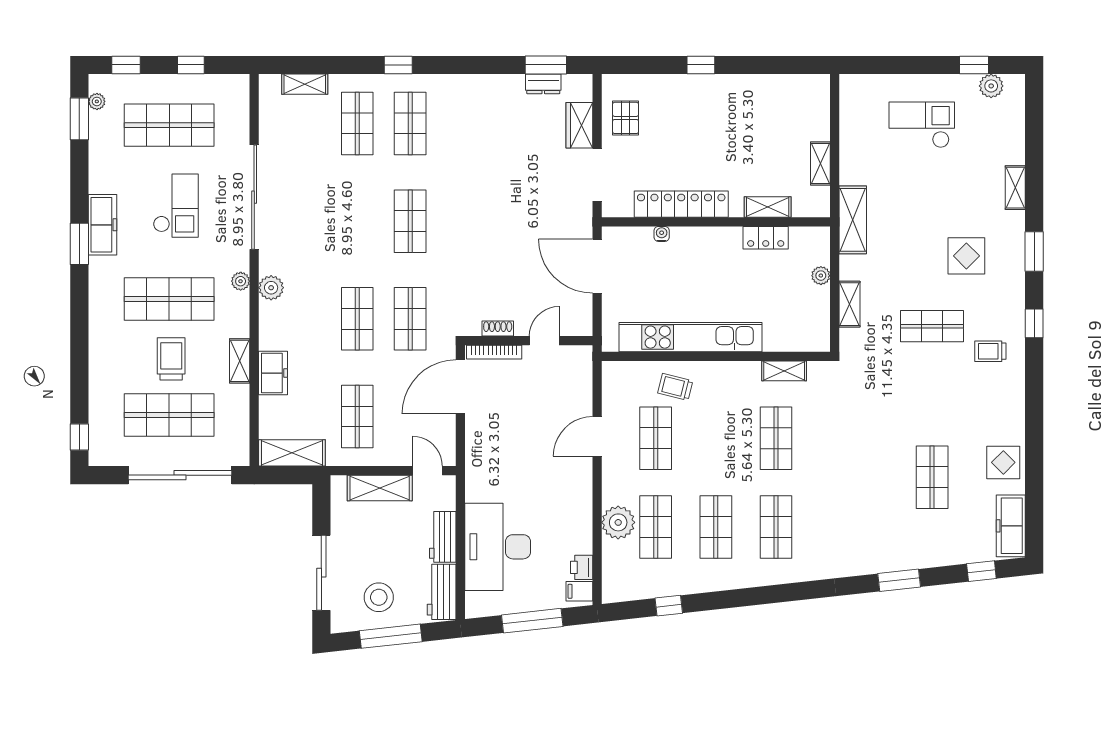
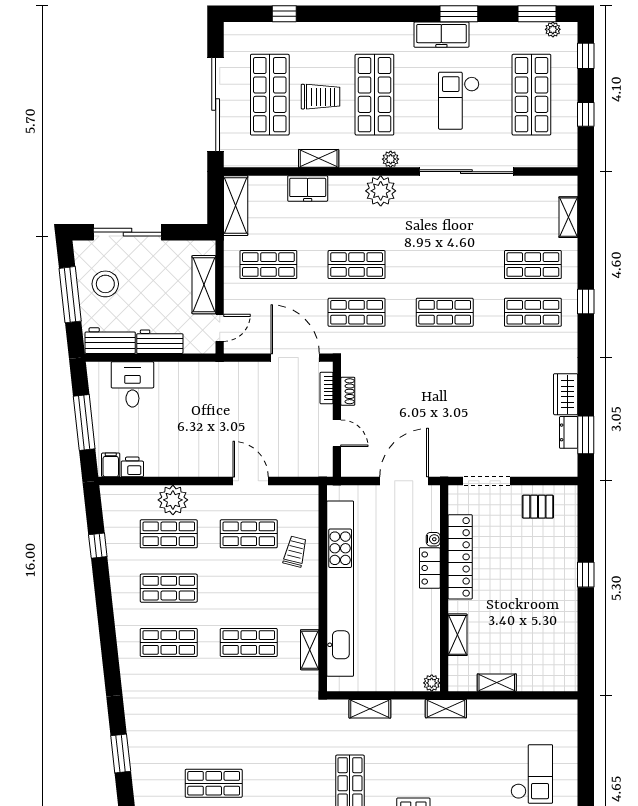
wardrobe: (579, 125) -> (566, 394), moved, turned -90
checkout: (176, 206) -> (459, 101), turned 90
shelving: (853, 220) -> (446, 709), width x0.67, depth x0.75
locker: (766, 238) -> (430, 568), moved
window: (79, 244) -> (459, 14), moved
plant: (821, 276) -> (432, 683), moved
plant: (271, 288) -> (381, 191), width x1.36, depth x1.36
kitchen unit: (690, 337) -> (340, 589), width x1.36
bookcase: (494, 352) -> (327, 388), width x0.64
window: (79, 437) -> (284, 14), moved
desk: (498, 547) -> (132, 384), width x0.53, depth x0.77

